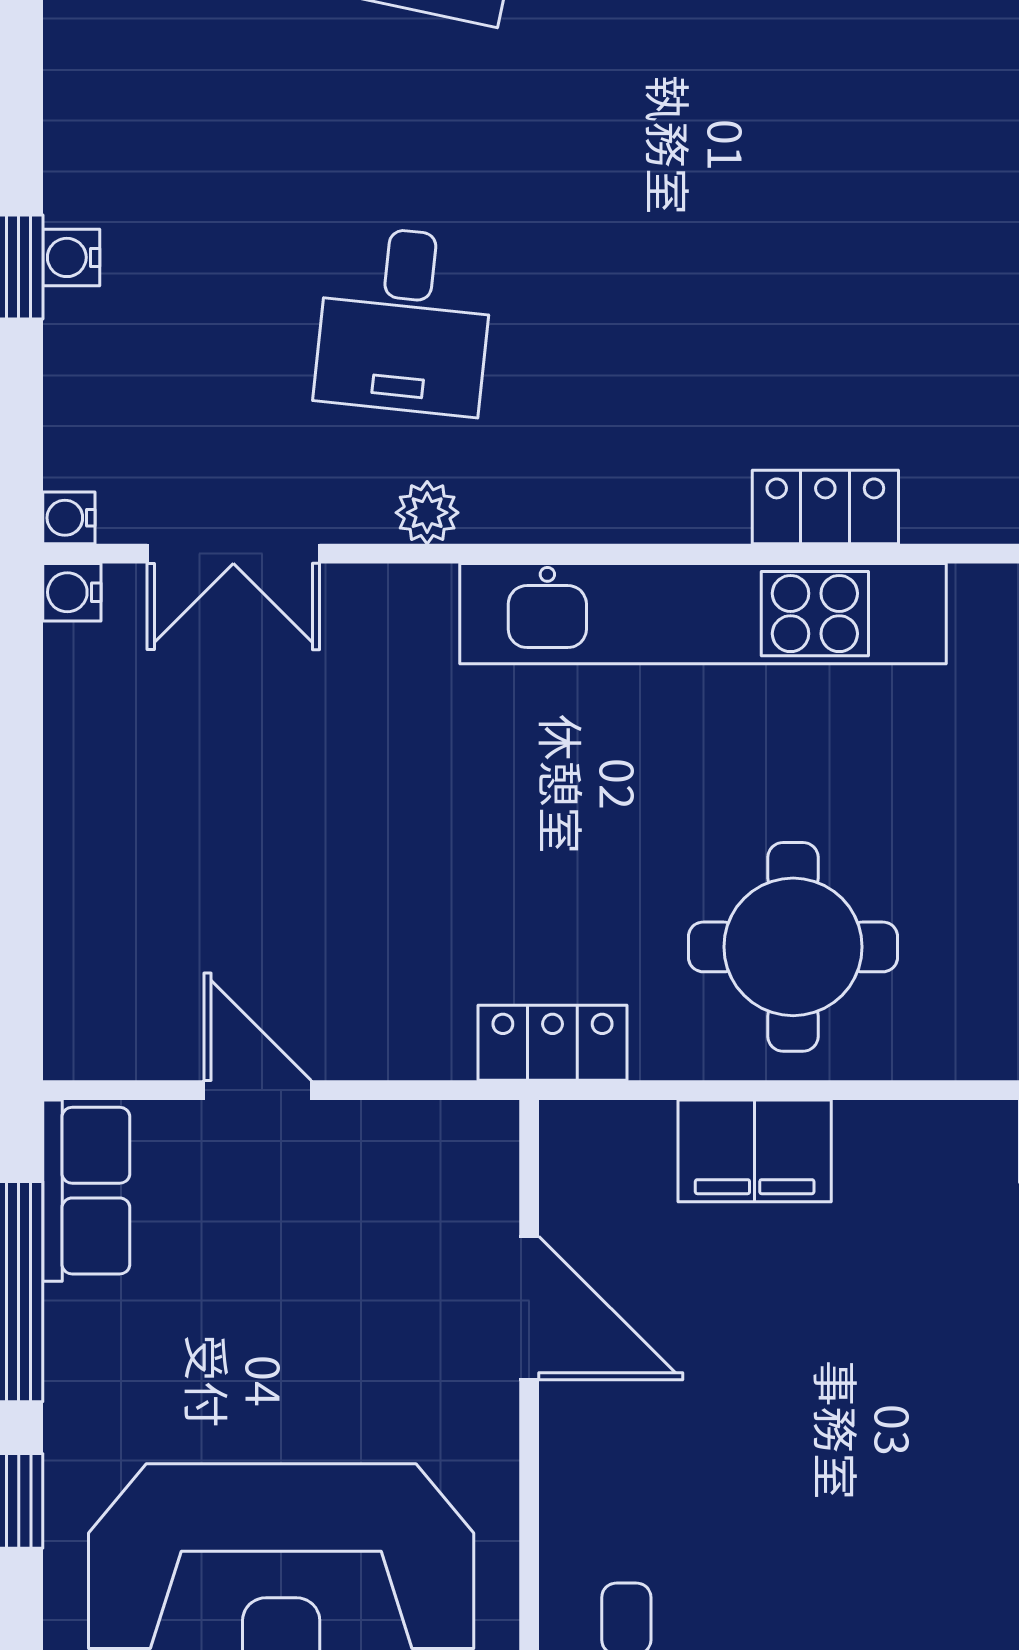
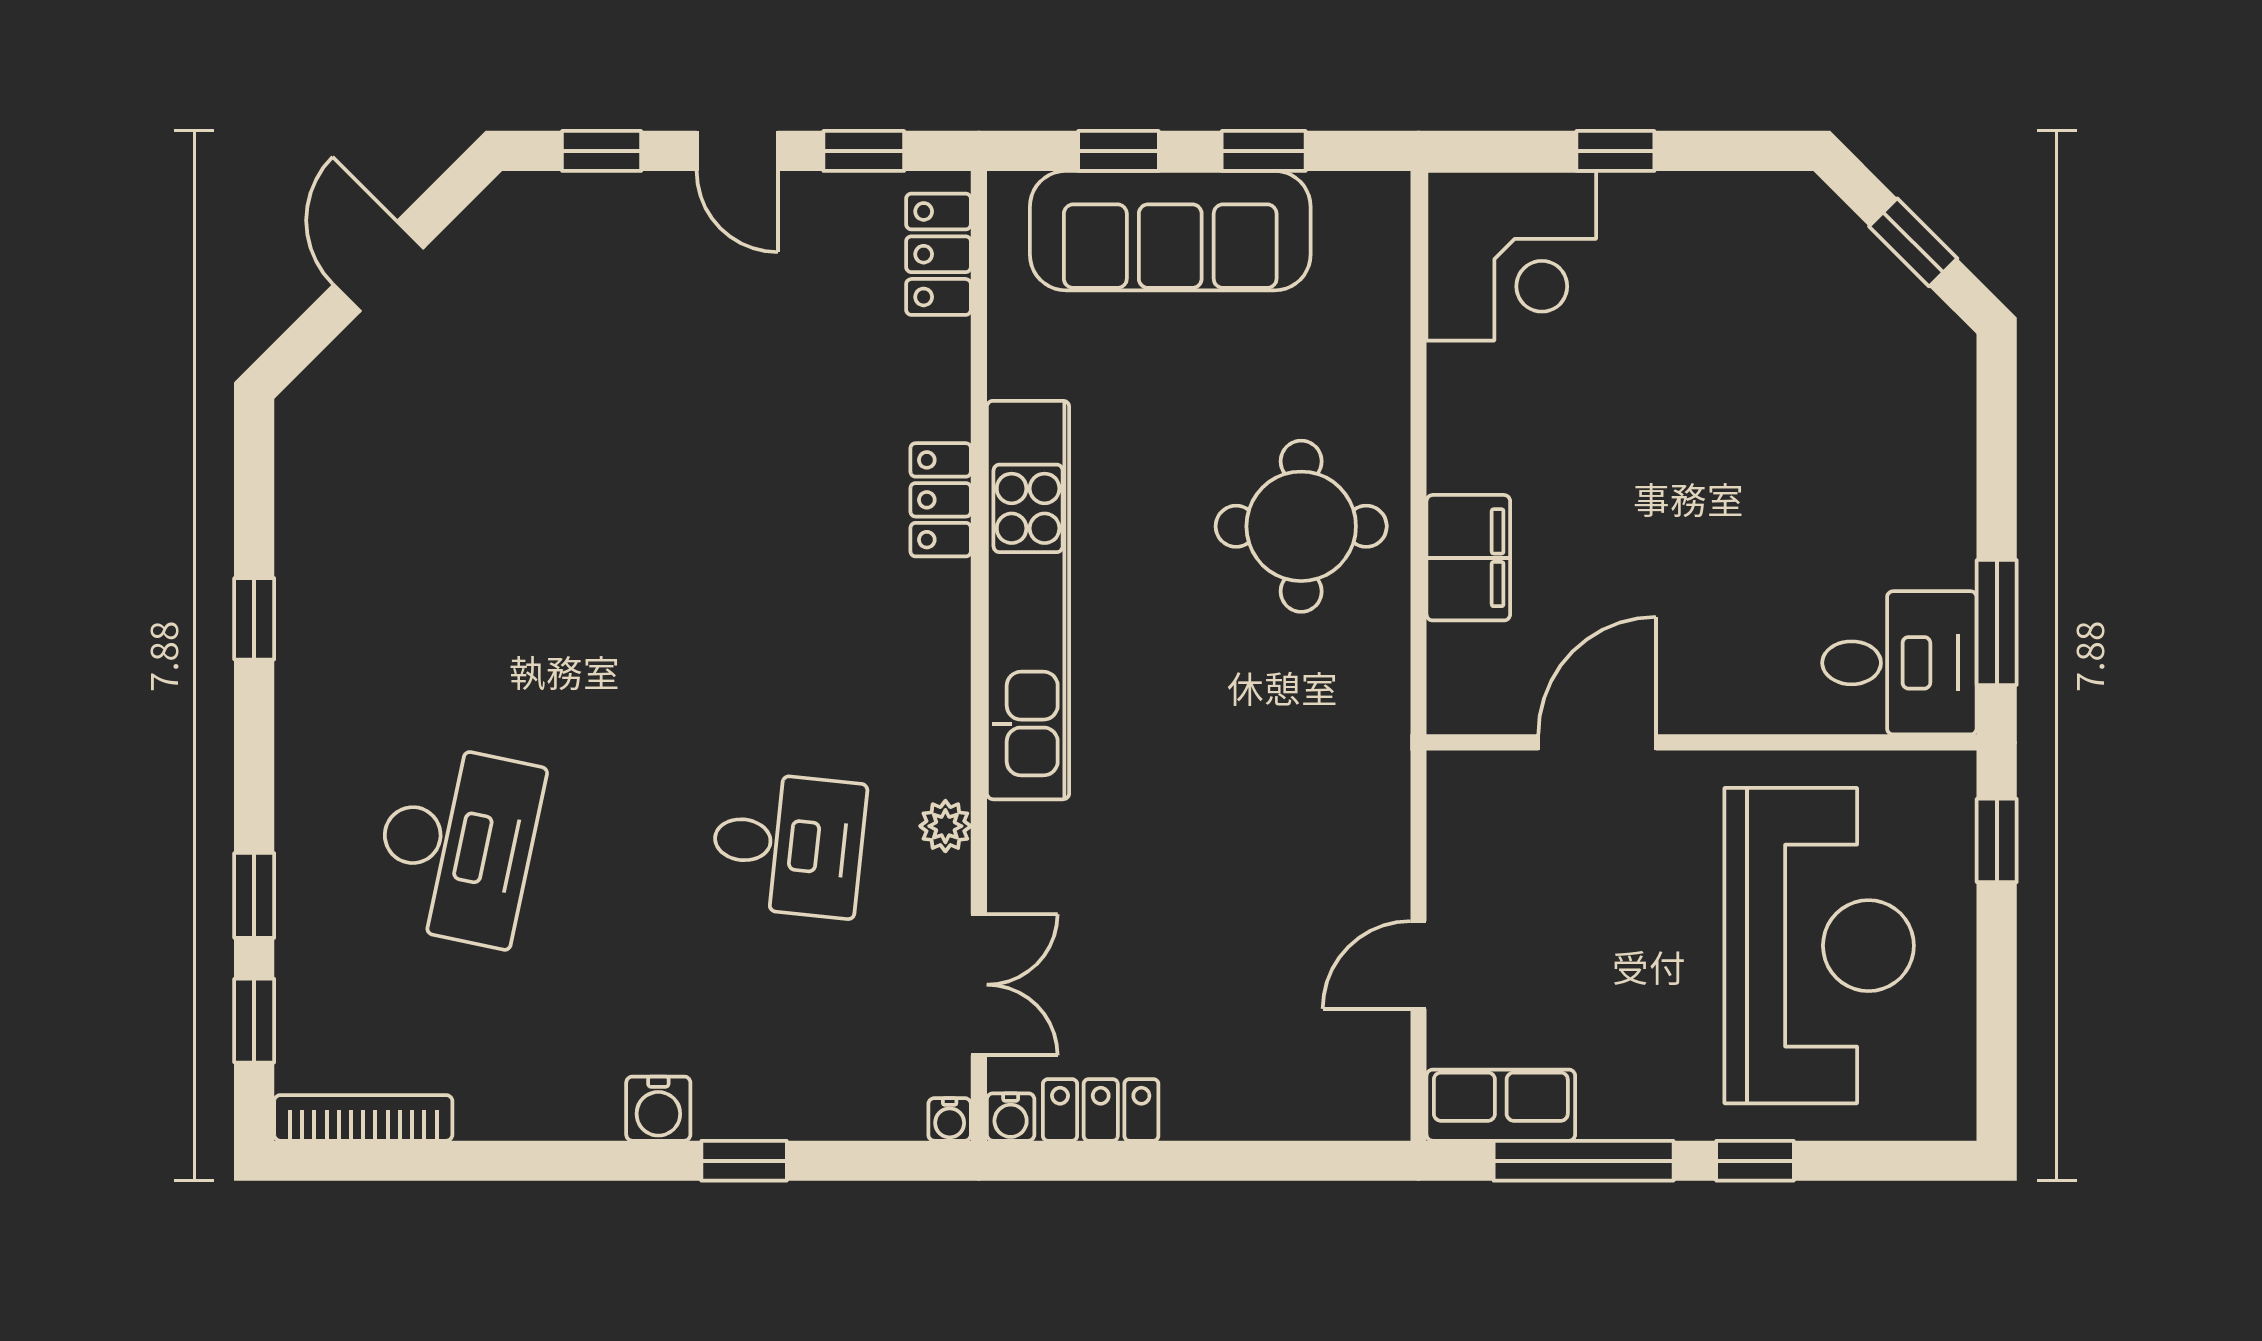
water cooler: (71, 257) -> (658, 1109), moved, width x1.38, depth x1.38
locker: (552, 1043) -> (1101, 1110), moved, turned 90

